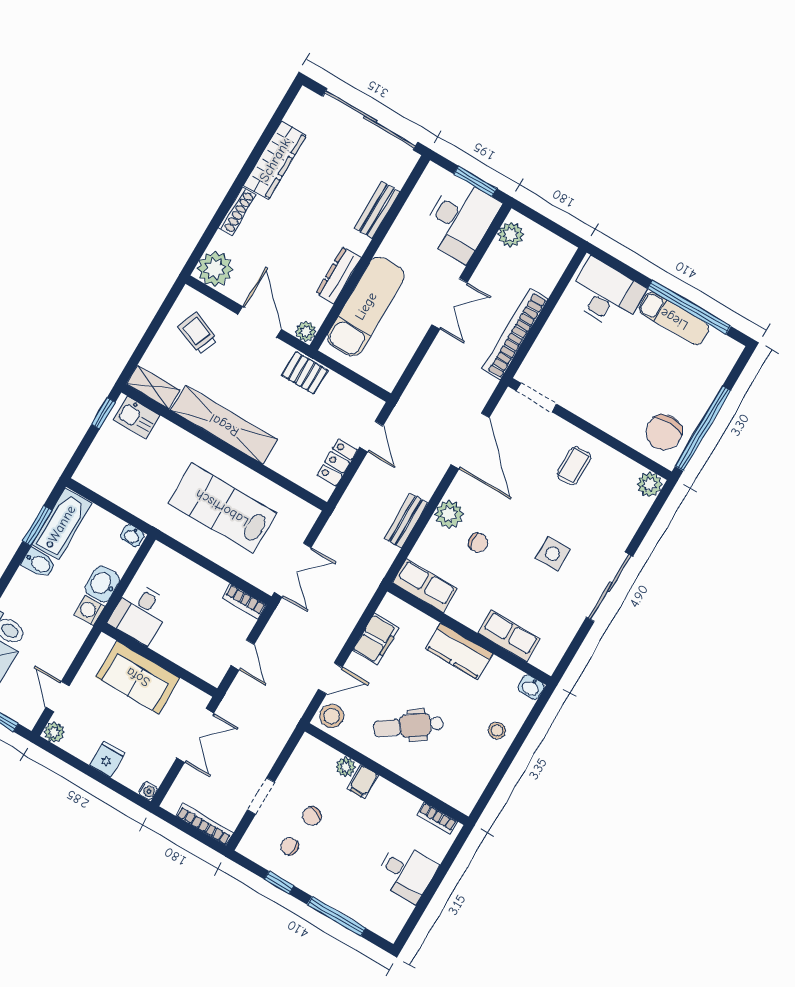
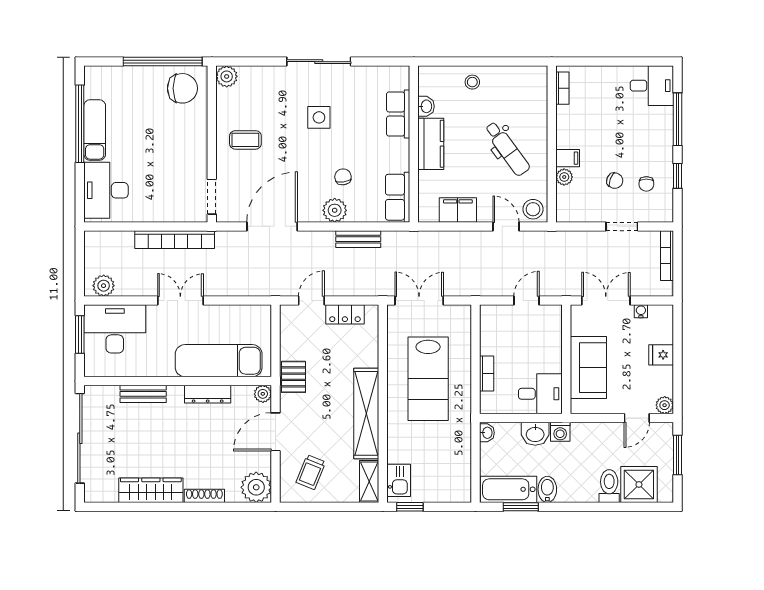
double door: (293, 570) -> (419, 301), moved
bookcase: (244, 601) -> (487, 373), moved
washbasin: (531, 687) -> (426, 106), moved
water cooler: (148, 791) -> (641, 311), moved
desk: (406, 873) -> (652, 86), moved, turned 90

